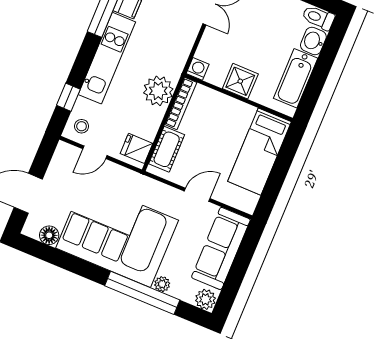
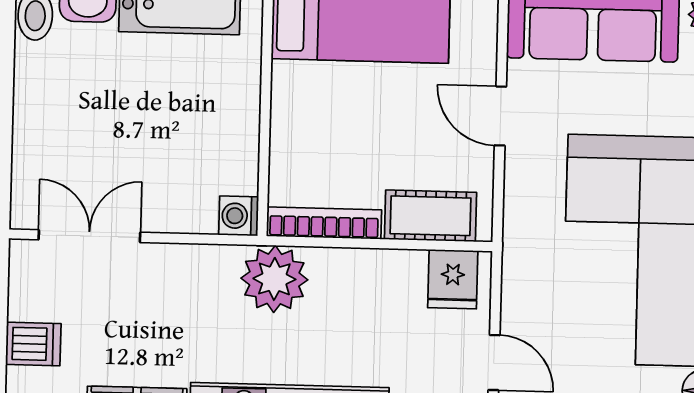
shower: (240, 81) -> (230, 117), removed
plant: (158, 91) -> (274, 279), moved

